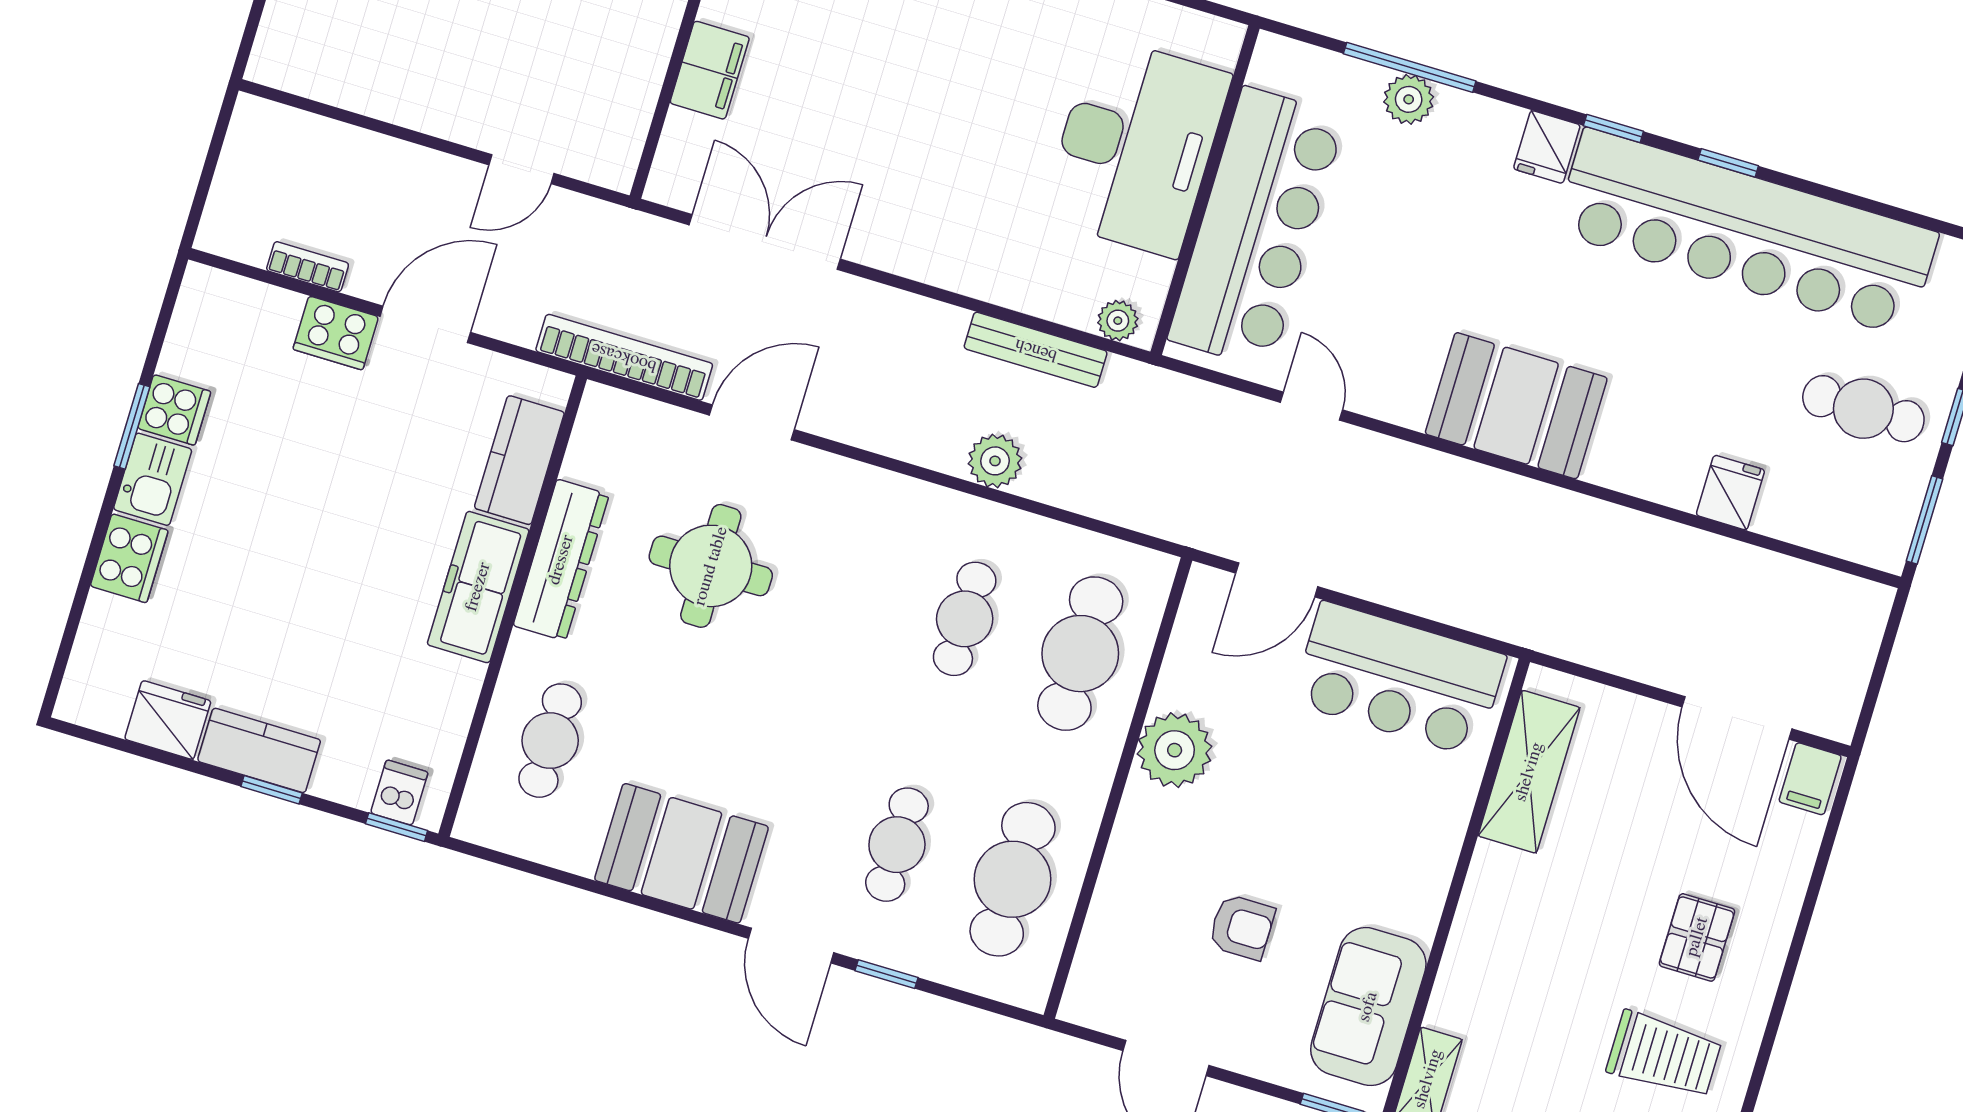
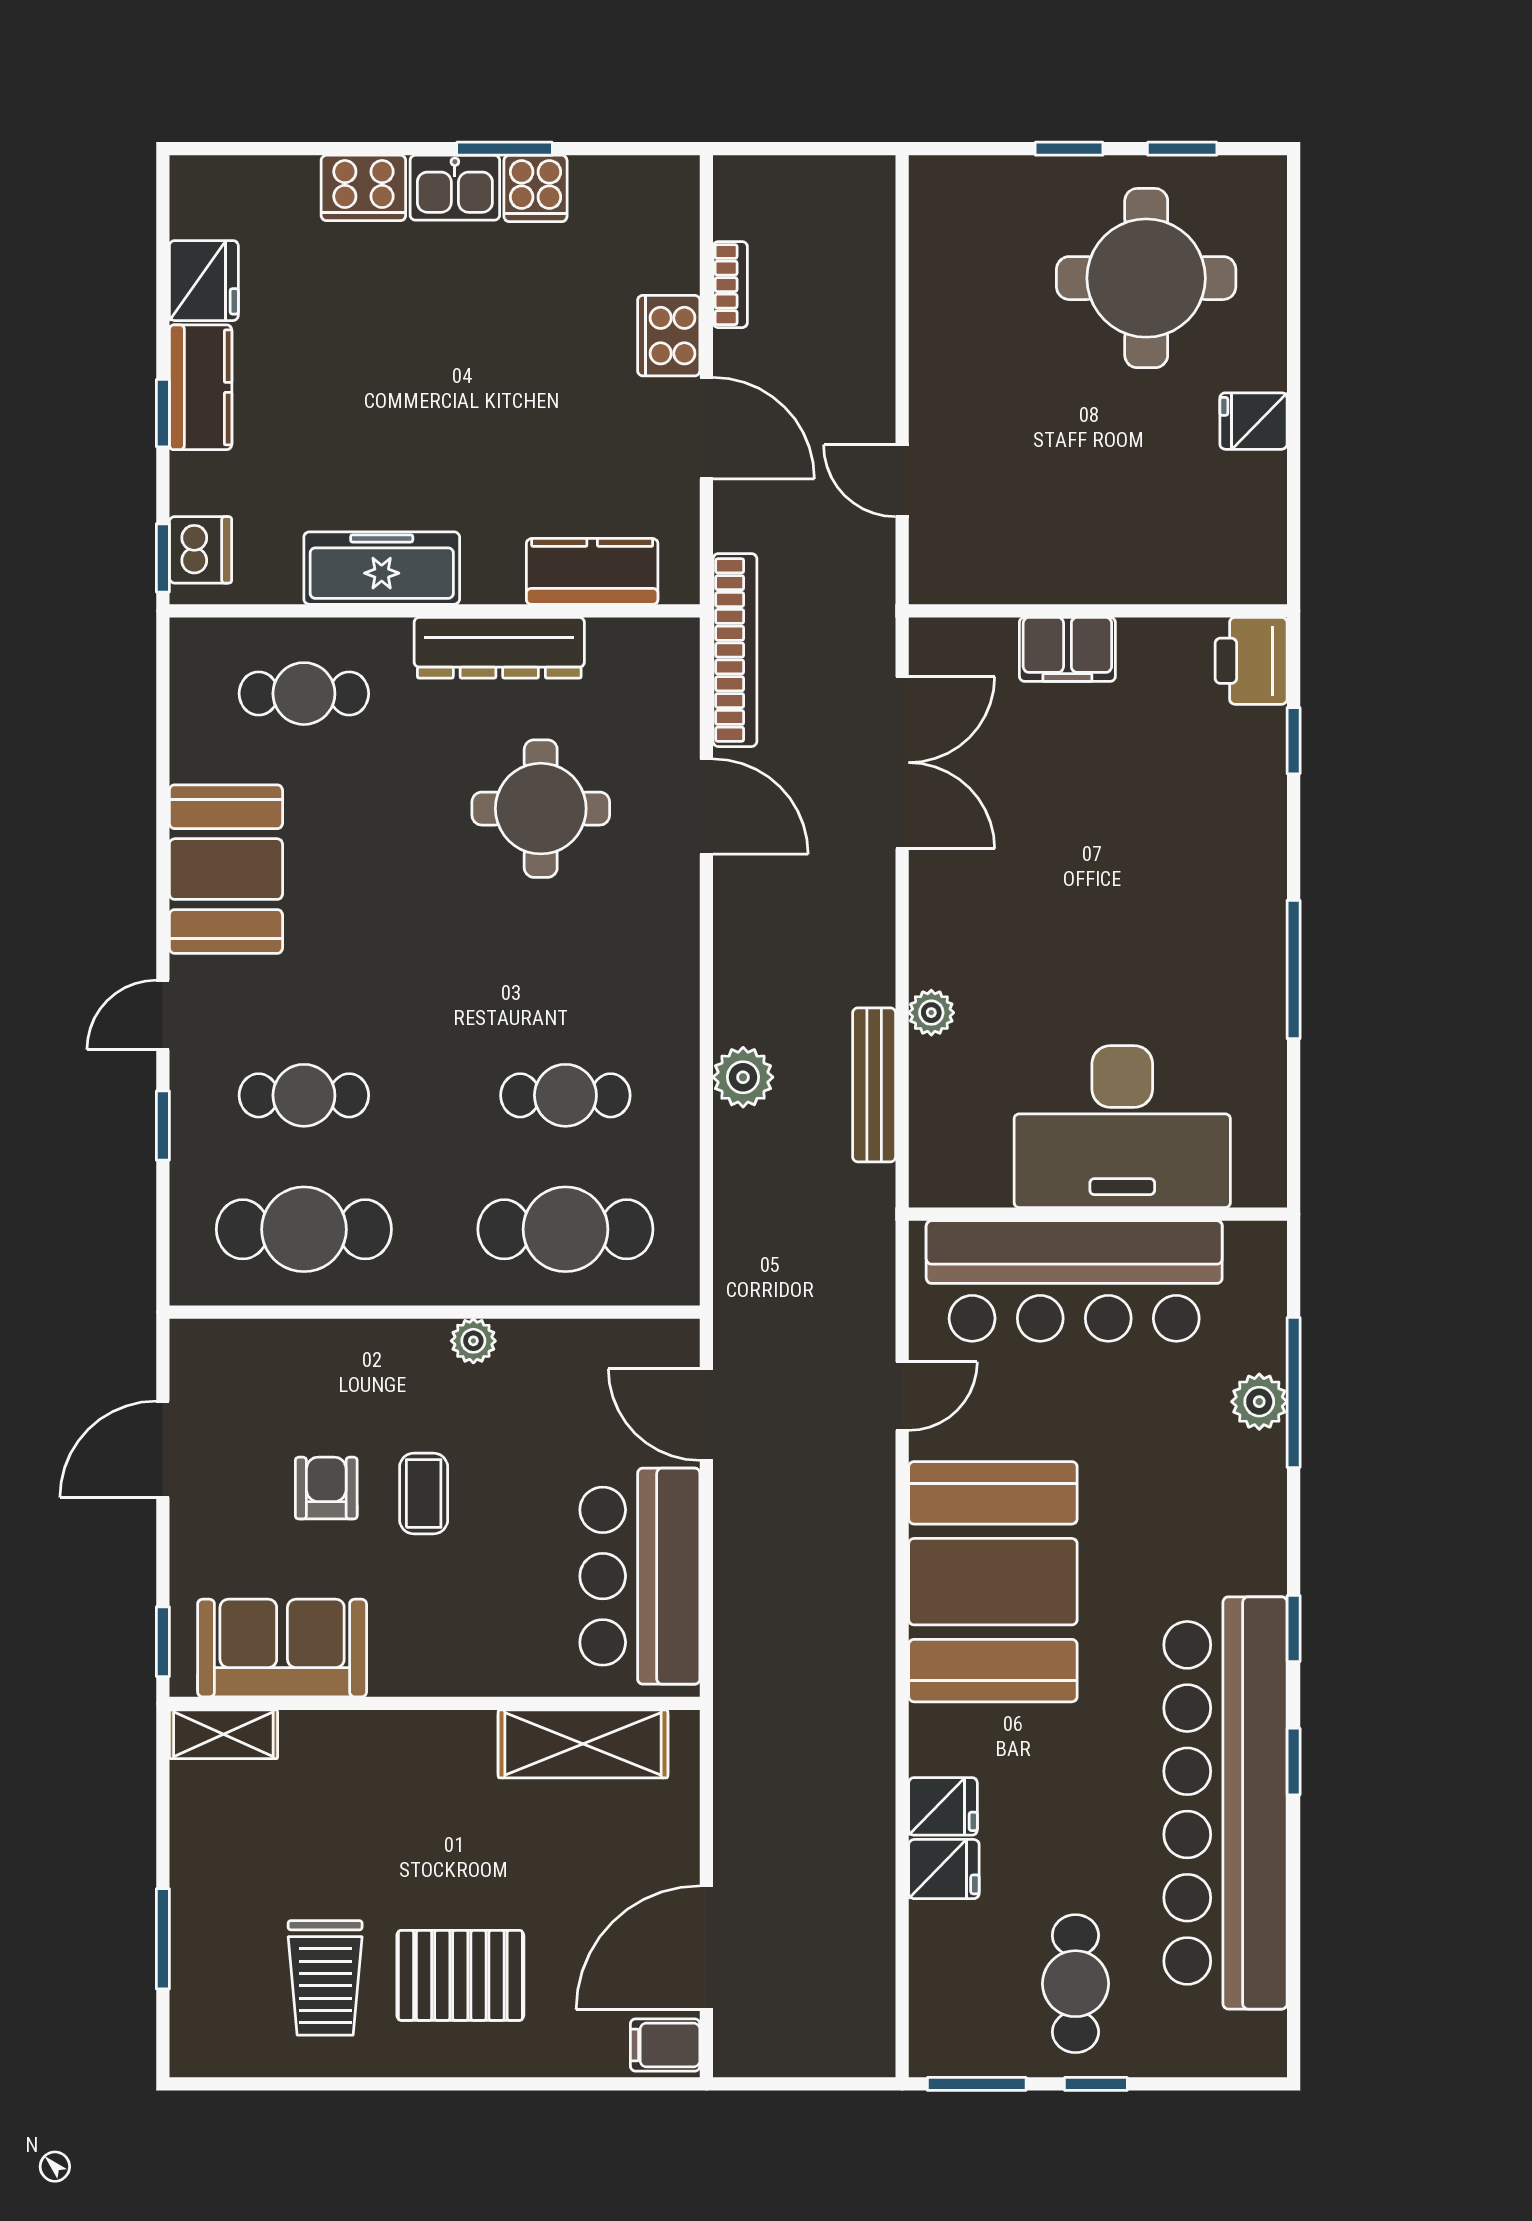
fridge: (1547, 147) -> (943, 1806), moved, turned 180
plant: (1118, 321) -> (931, 1013), moved
booth: (1516, 406) -> (993, 1582), width x1.36, depth x1.42
freezer: (478, 587) -> (382, 568), moved
plant: (1175, 750) -> (473, 1341), width x0.53, depth x0.53
dishwasher: (399, 793) -> (201, 550), width x1.38
coffee table: (1272, 844) -> (424, 1494), added
armchair: (1242, 927) -> (326, 1488), turned 180
pallet: (1697, 937) -> (460, 1975), width x1.50, depth x1.42
door: (791, 945) -> (163, 1015), width x0.73

